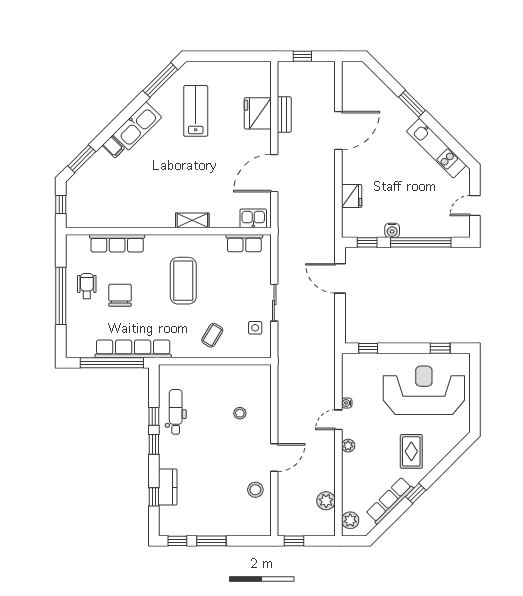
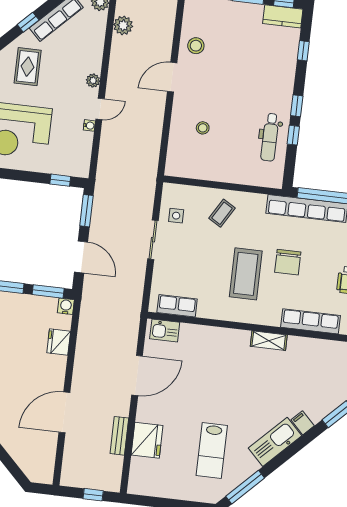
shelving: (192, 220) -> (269, 341), moved
water cooler: (392, 230) -> (66, 306), moved
window: (367, 242) -> (48, 291), width x1.50
chair: (120, 295) -> (288, 262), moved
window: (340, 323) -> (86, 211), added
kitchen counter: (168, 487) -> (283, 16), moved, turned -90

